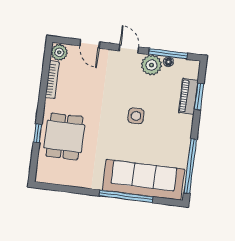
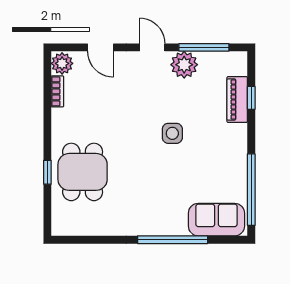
floor lamp: (168, 62) -> (206, 58), removed
bookcase: (52, 80) -> (57, 91), width x0.64
window: (199, 97) -> (251, 98), width x0.67
sofa: (143, 180) -> (216, 220), width x0.54, depth x0.79

